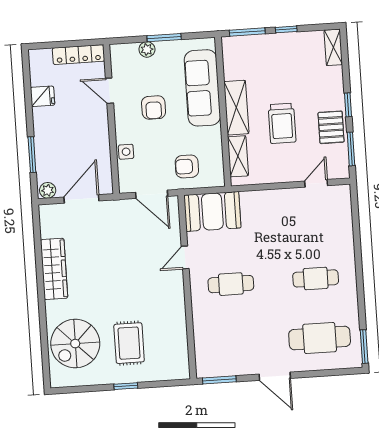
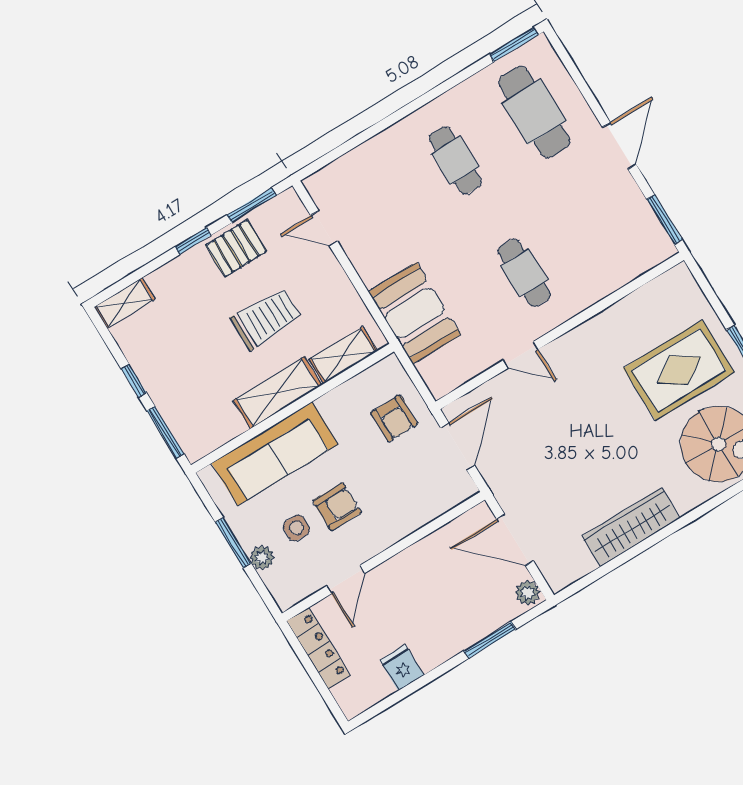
side table: (126, 152) -> (296, 528), moved
booth: (212, 211) -> (415, 313), moved
rug: (129, 343) -> (679, 370), width x1.36, depth x1.43

